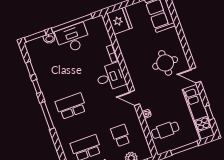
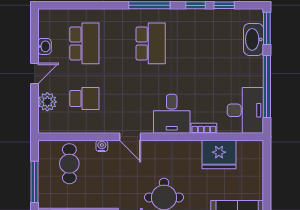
fridge: (119, 21) -> (219, 155), moved
washbasin: (49, 38) -> (254, 39), width x1.91, depth x1.45
desk: (73, 38) -> (245, 110), moved
door: (134, 98) -> (130, 137), swing flipped

